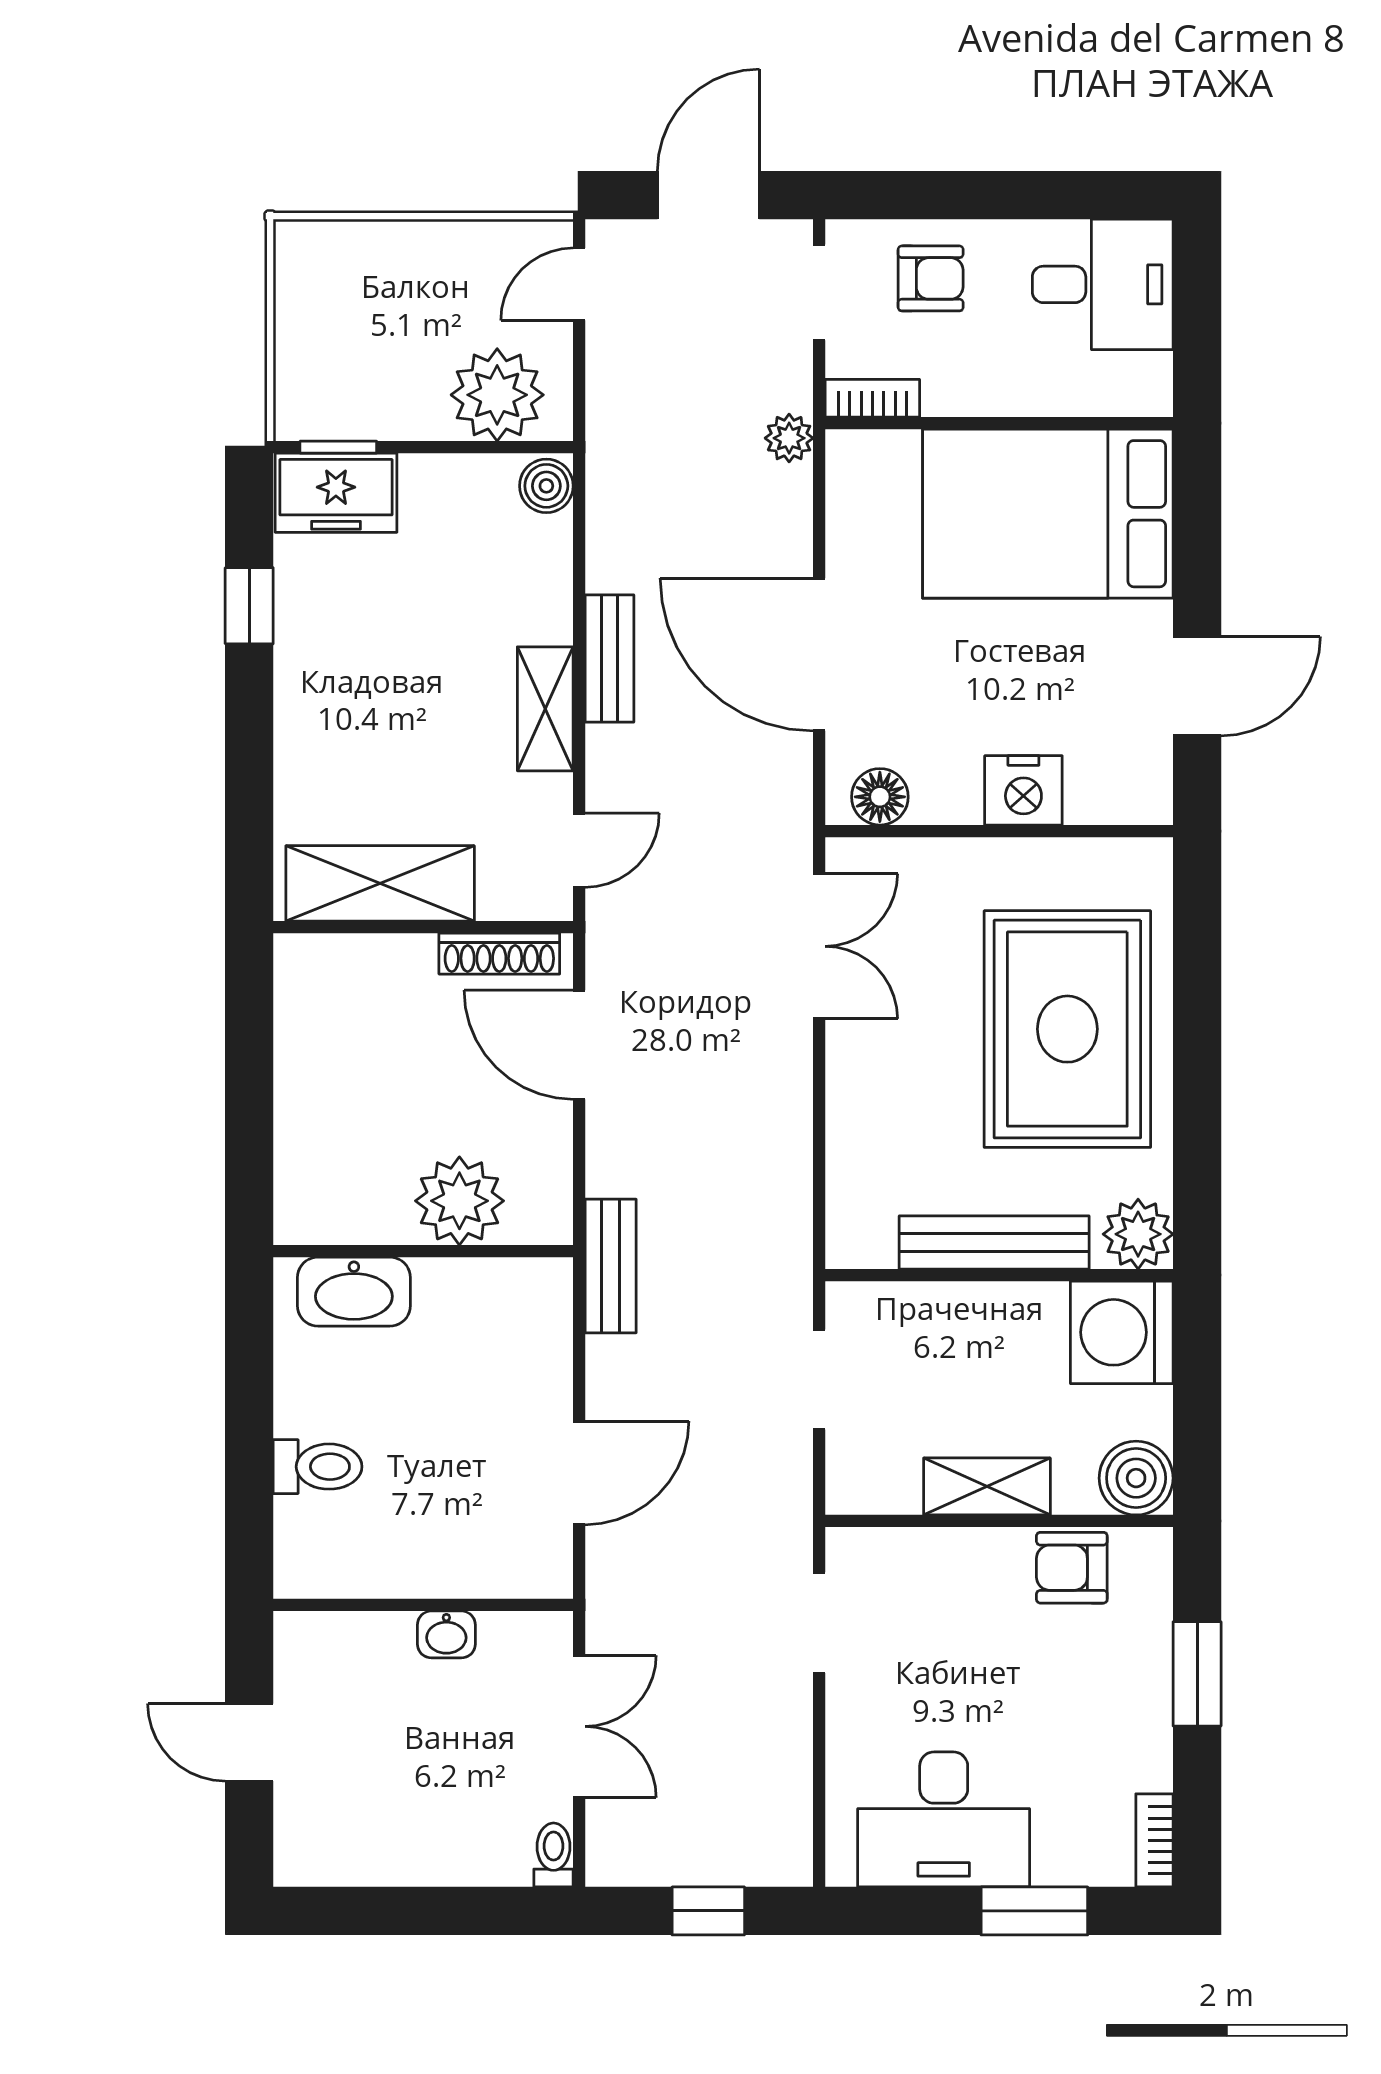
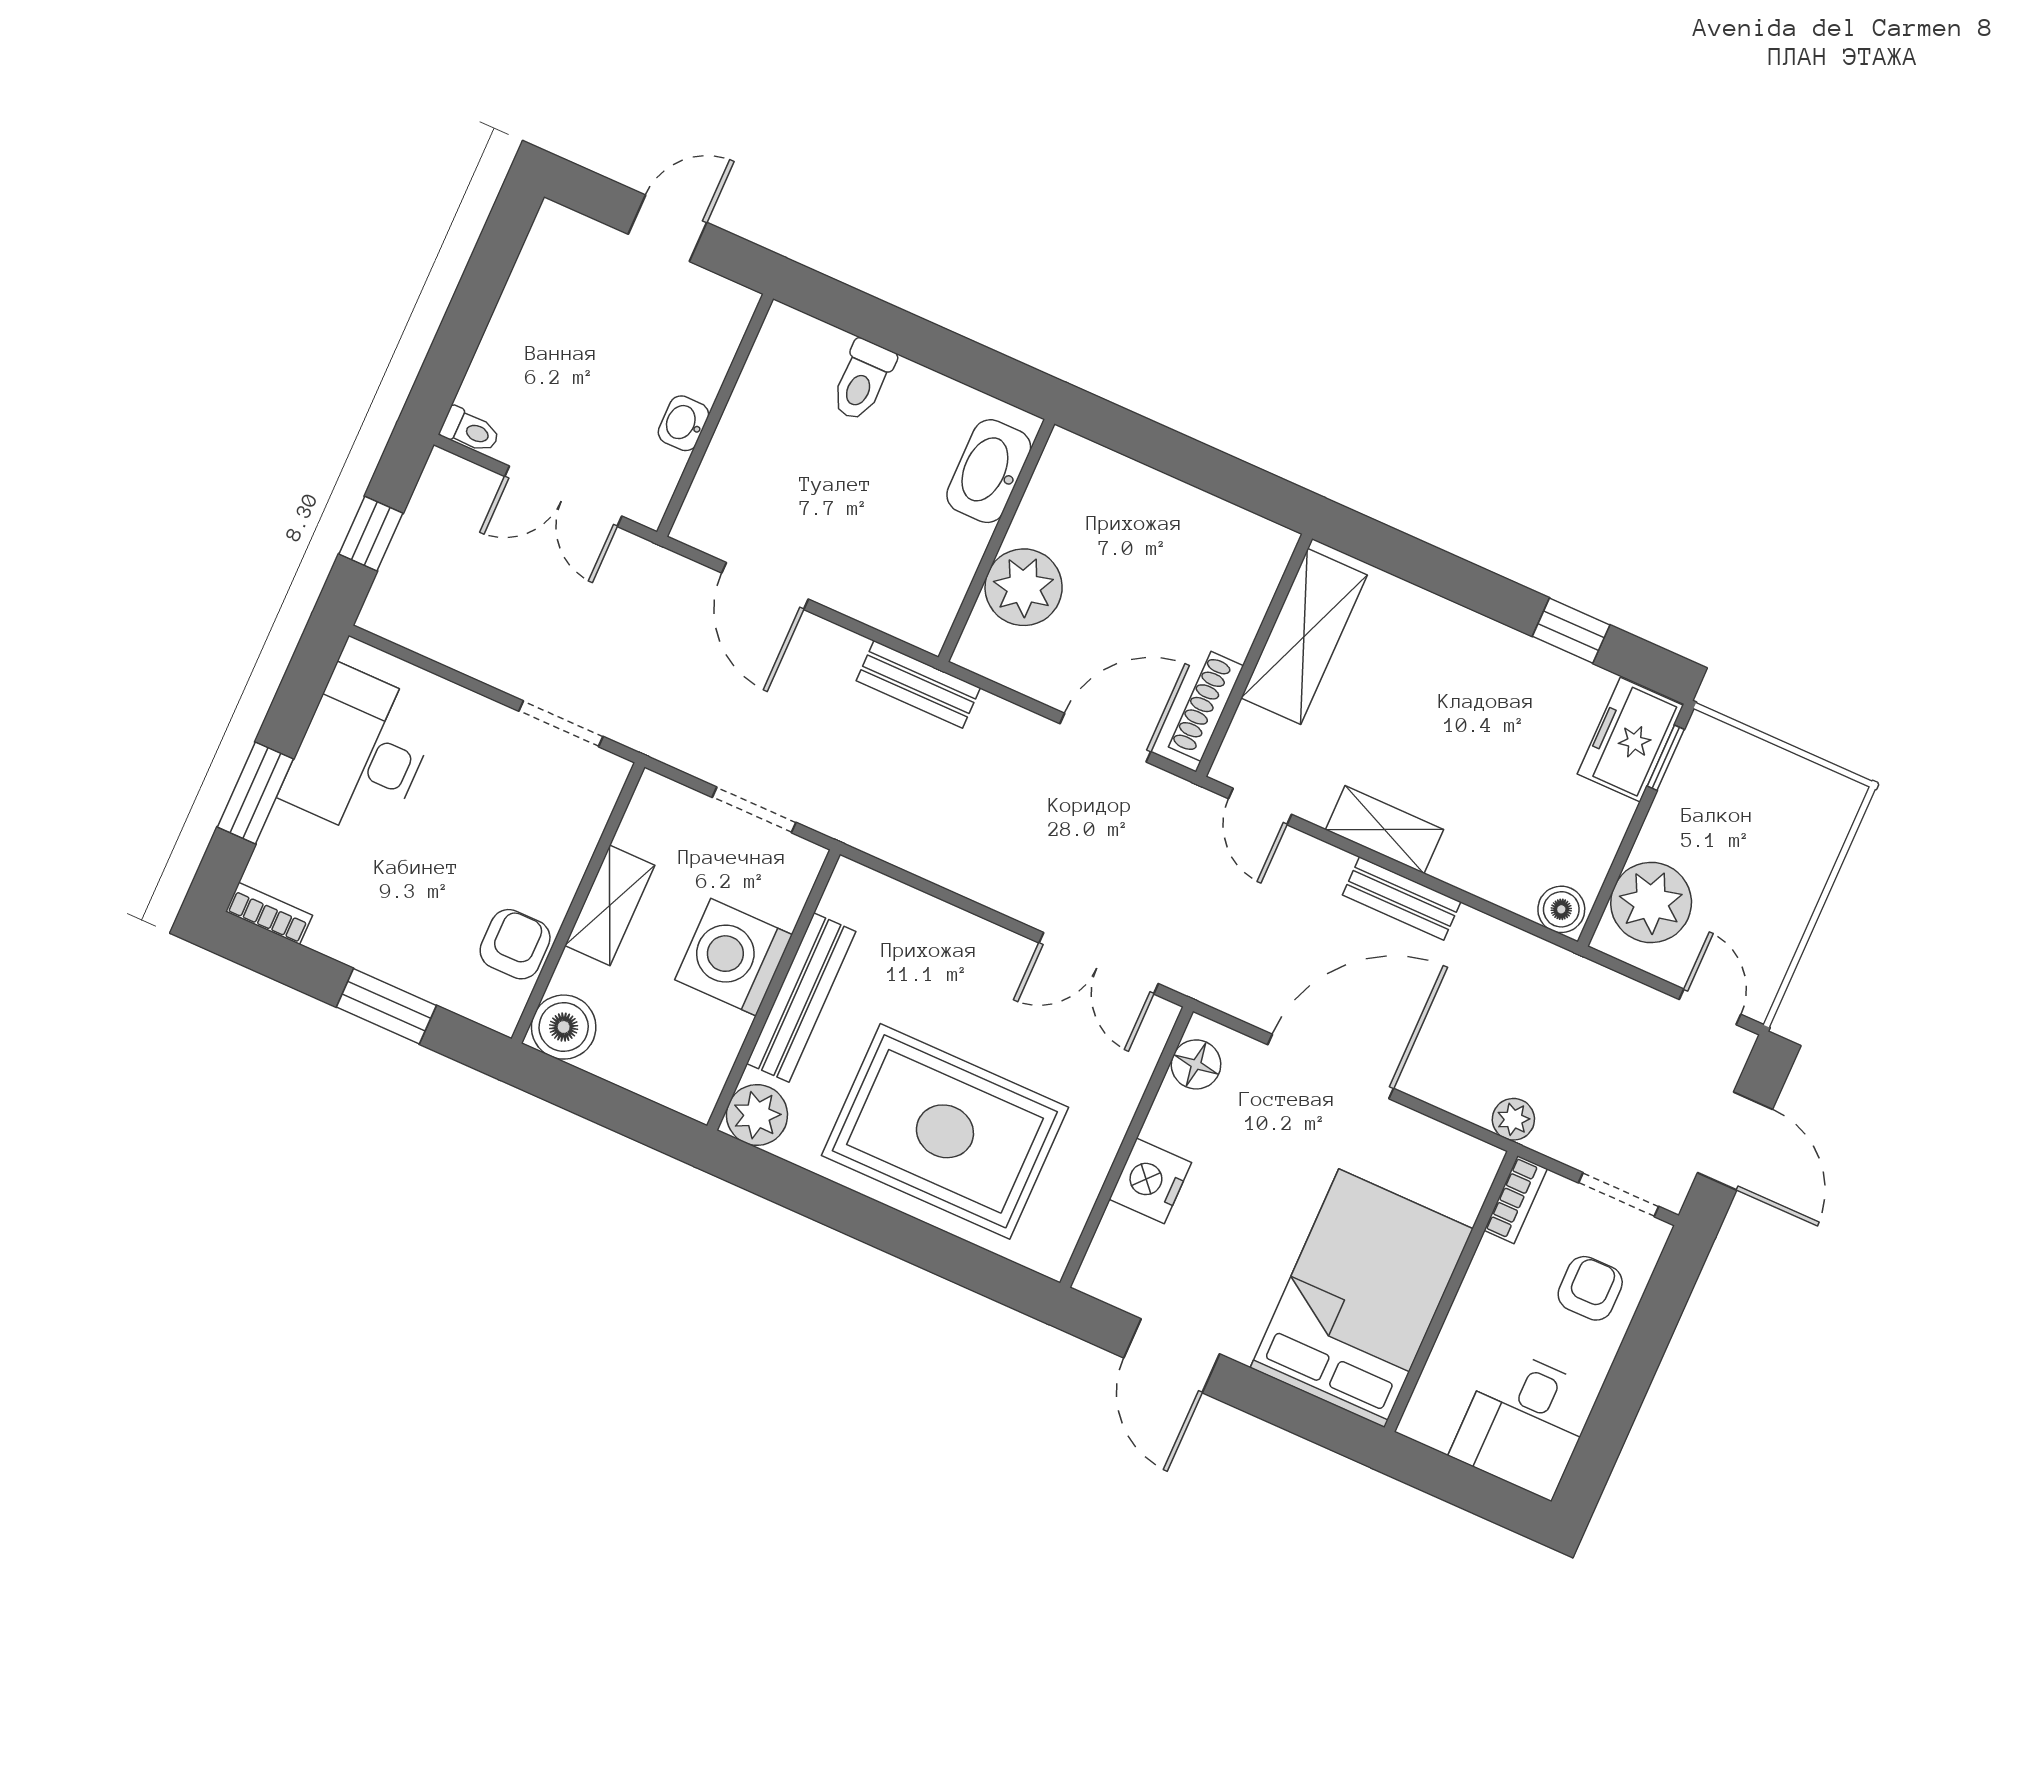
armchair: (931, 278) -> (1590, 1288), turned 180
washing machine: (1122, 1332) -> (734, 957), moved, turned -90

